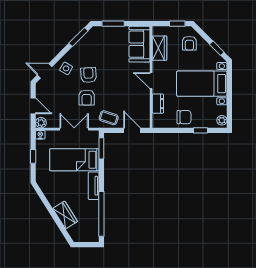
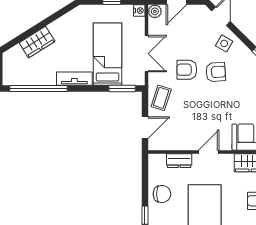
chair: (184, 117) -> (162, 194), turned -90

